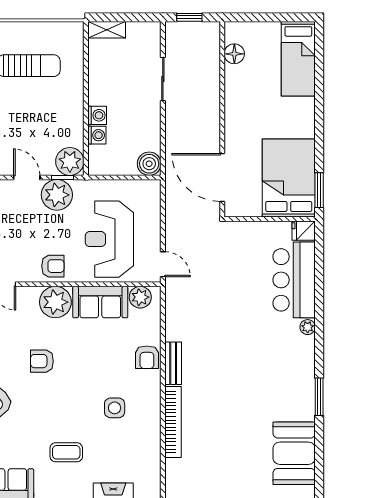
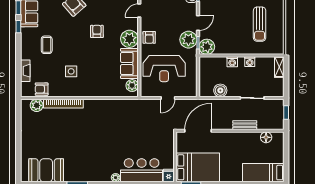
washing machine: (97, 135) -> (250, 62), moved
boiler: (149, 164) -> (220, 90), moved
reception desk: (109, 239) -> (164, 69), turned 180
door: (163, 264) -> (168, 98), moved
armchair: (147, 357) -> (42, 89), moved
bench: (173, 363) -> (245, 125), moved
plant: (176, 471) -> (37, 105), added

